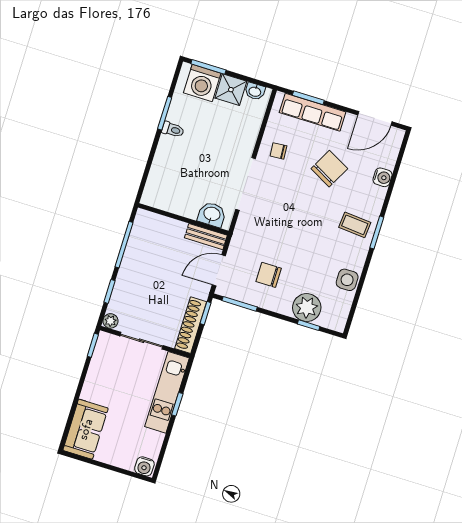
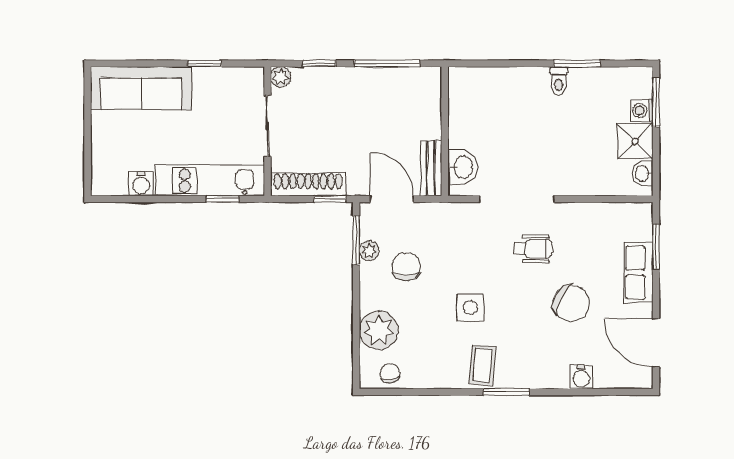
washing machine: (202, 83) -> (642, 110), width x0.53, depth x0.53
row of seats: (313, 112) -> (639, 272), width x0.68
chair: (278, 151) -> (390, 373), moved
wheelchair: (283, 183) -> (533, 249), added
coffee table: (355, 225) -> (482, 365), moved
side table: (347, 280) -> (470, 308), moved
plant: (250, 297) -> (369, 251), added
window: (309, 325) -> (356, 340), removed
window: (93, 345) -> (205, 63), moved
window: (177, 404) -> (222, 199), moved
sofa: (86, 429) -> (141, 88), width x1.36
water cooler: (144, 466) -> (141, 184), moved, turned -90

